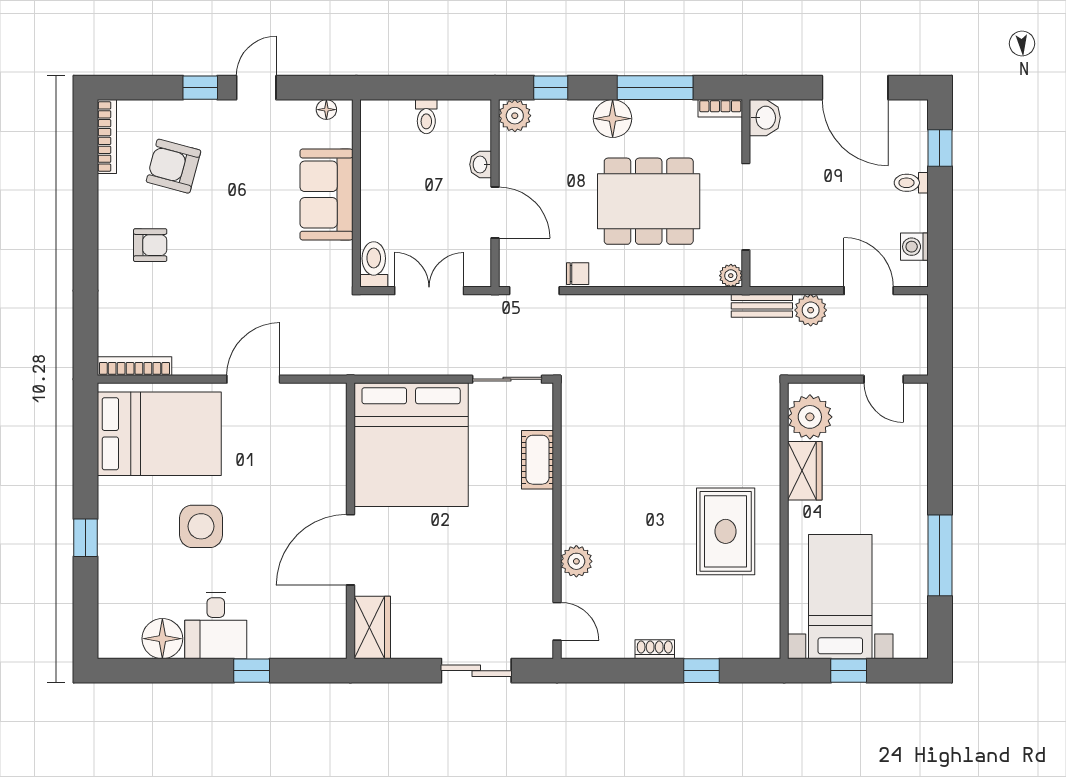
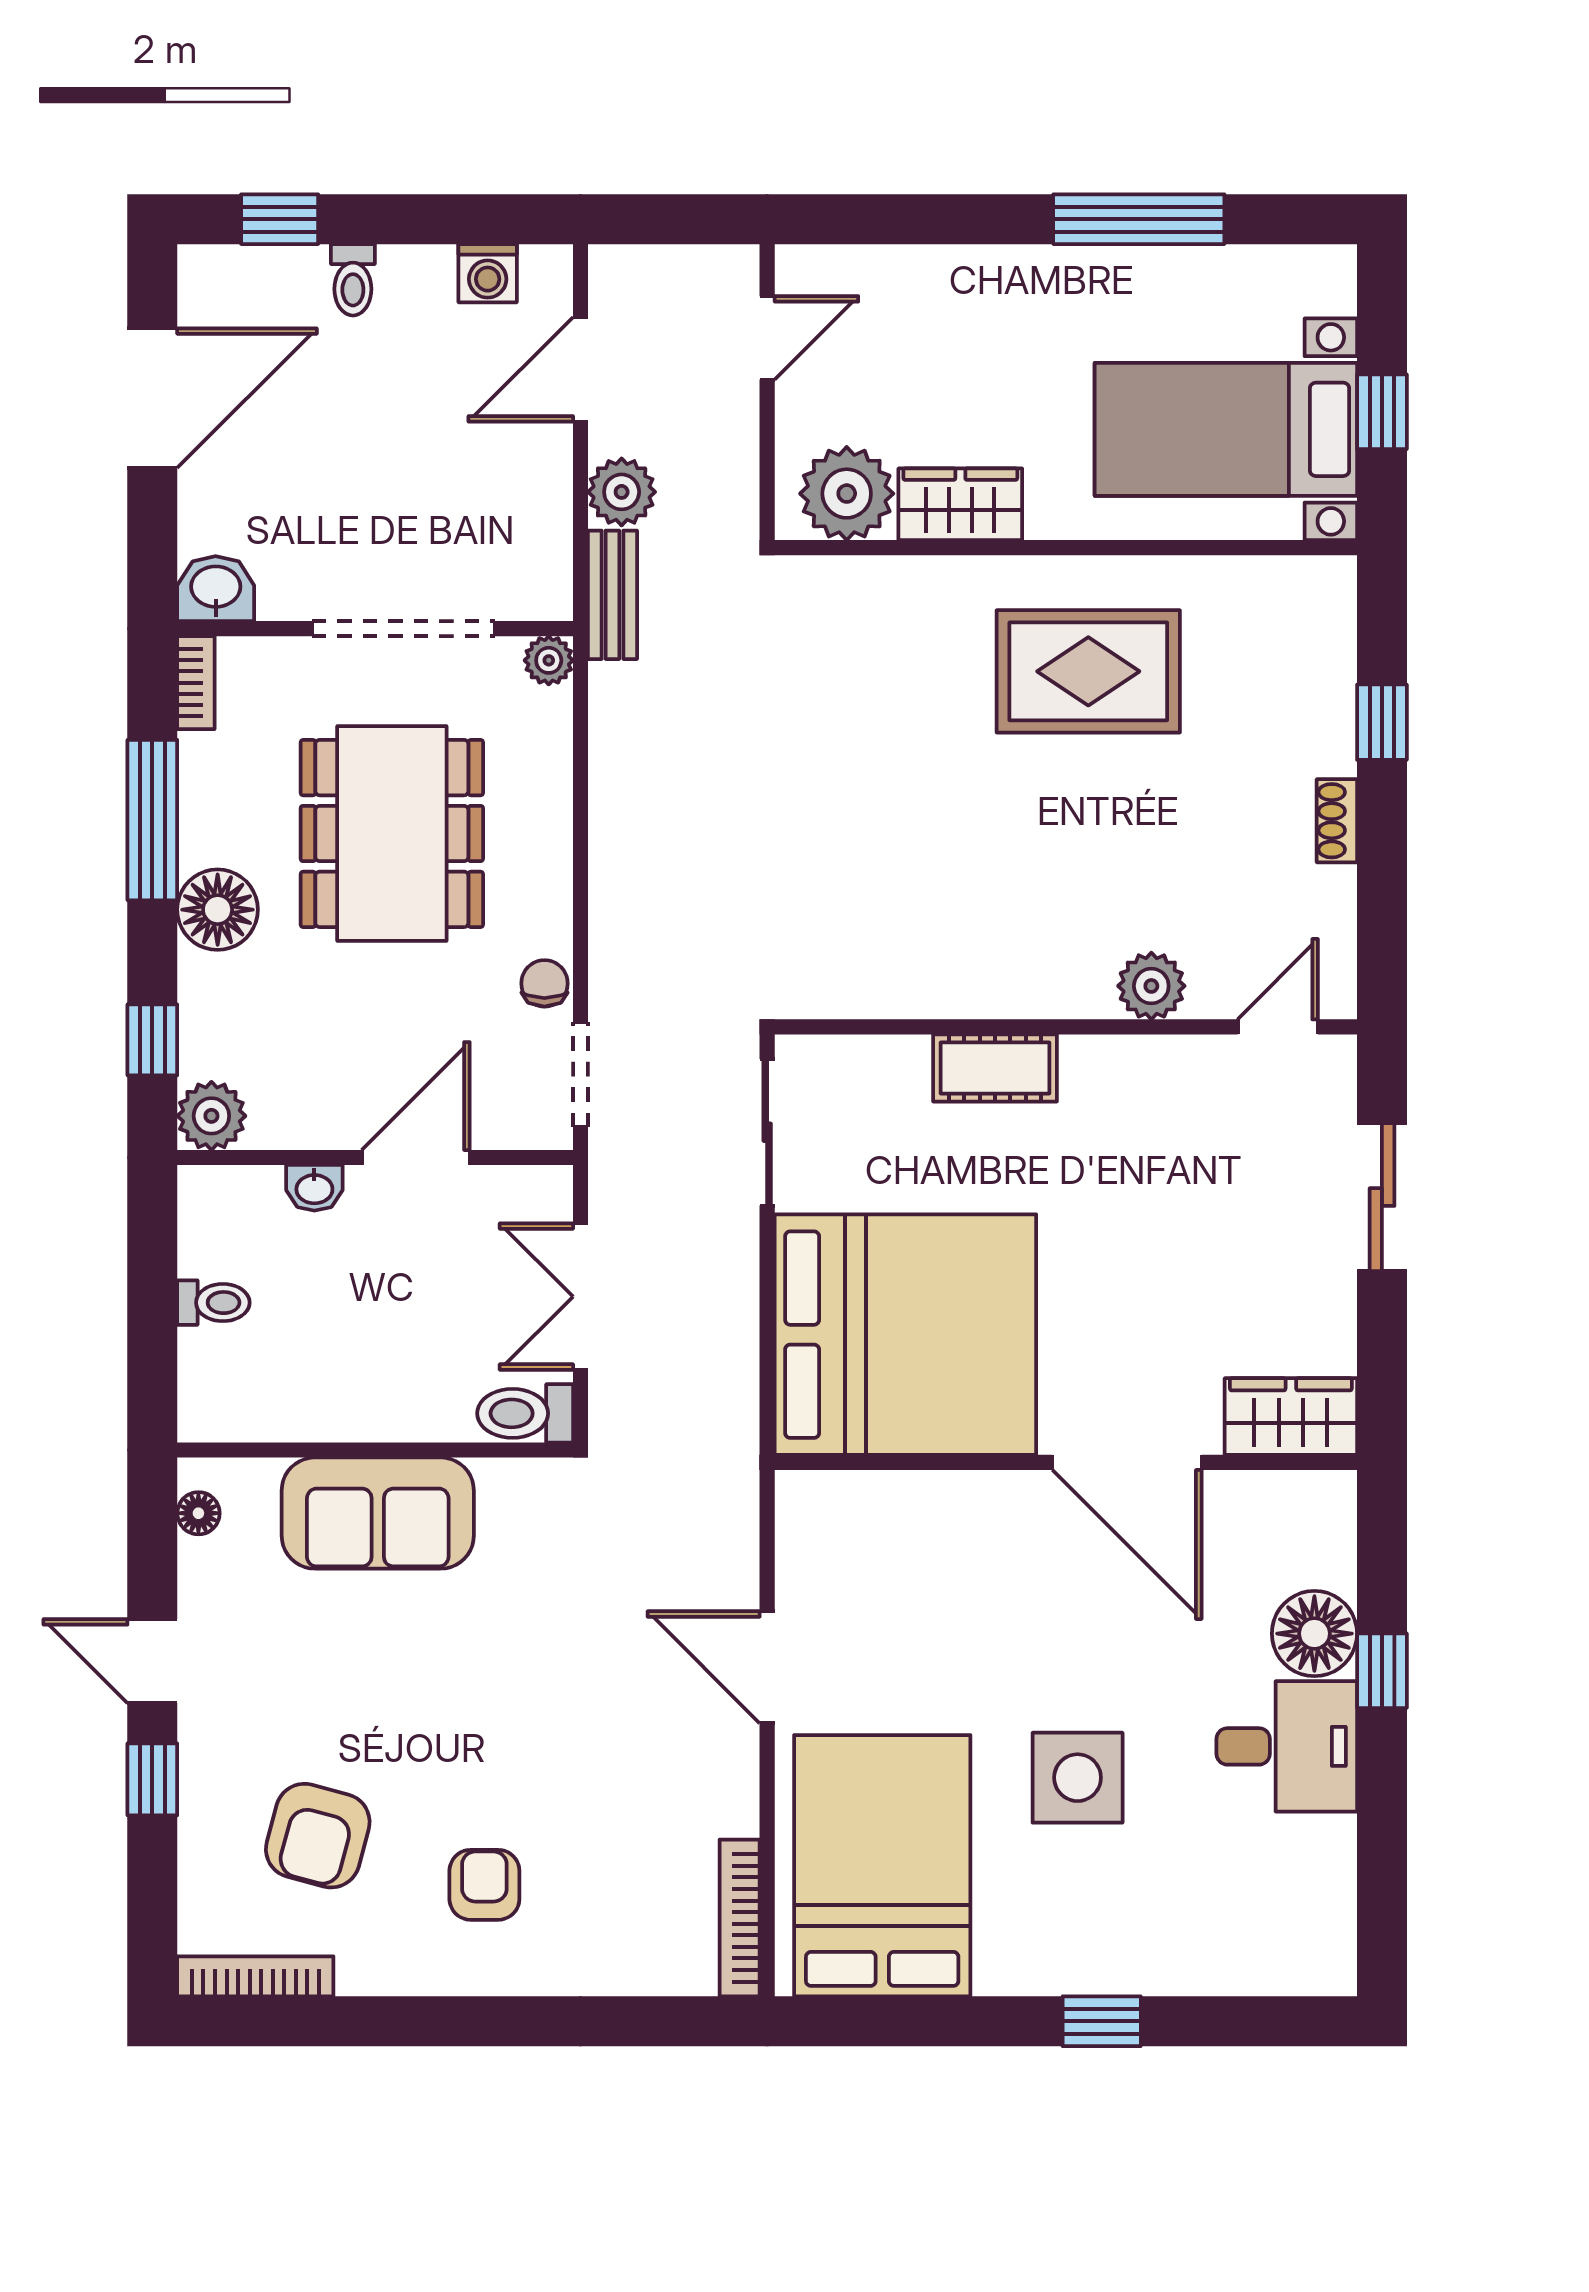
cot: (537, 460) -> (995, 1068), moved
floor lamp: (162, 639) -> (1314, 1634), moved

